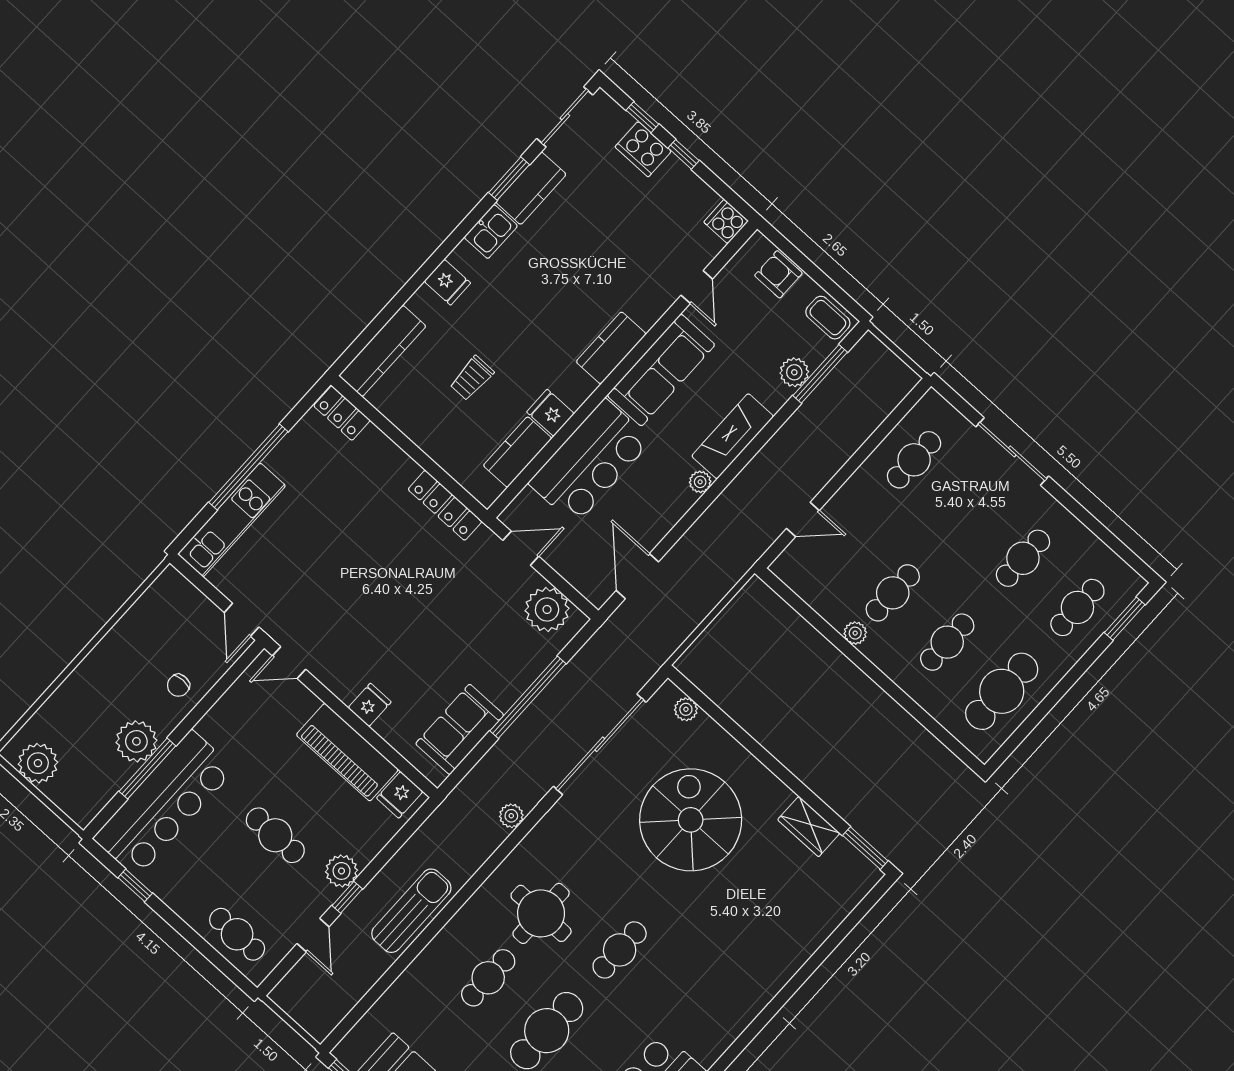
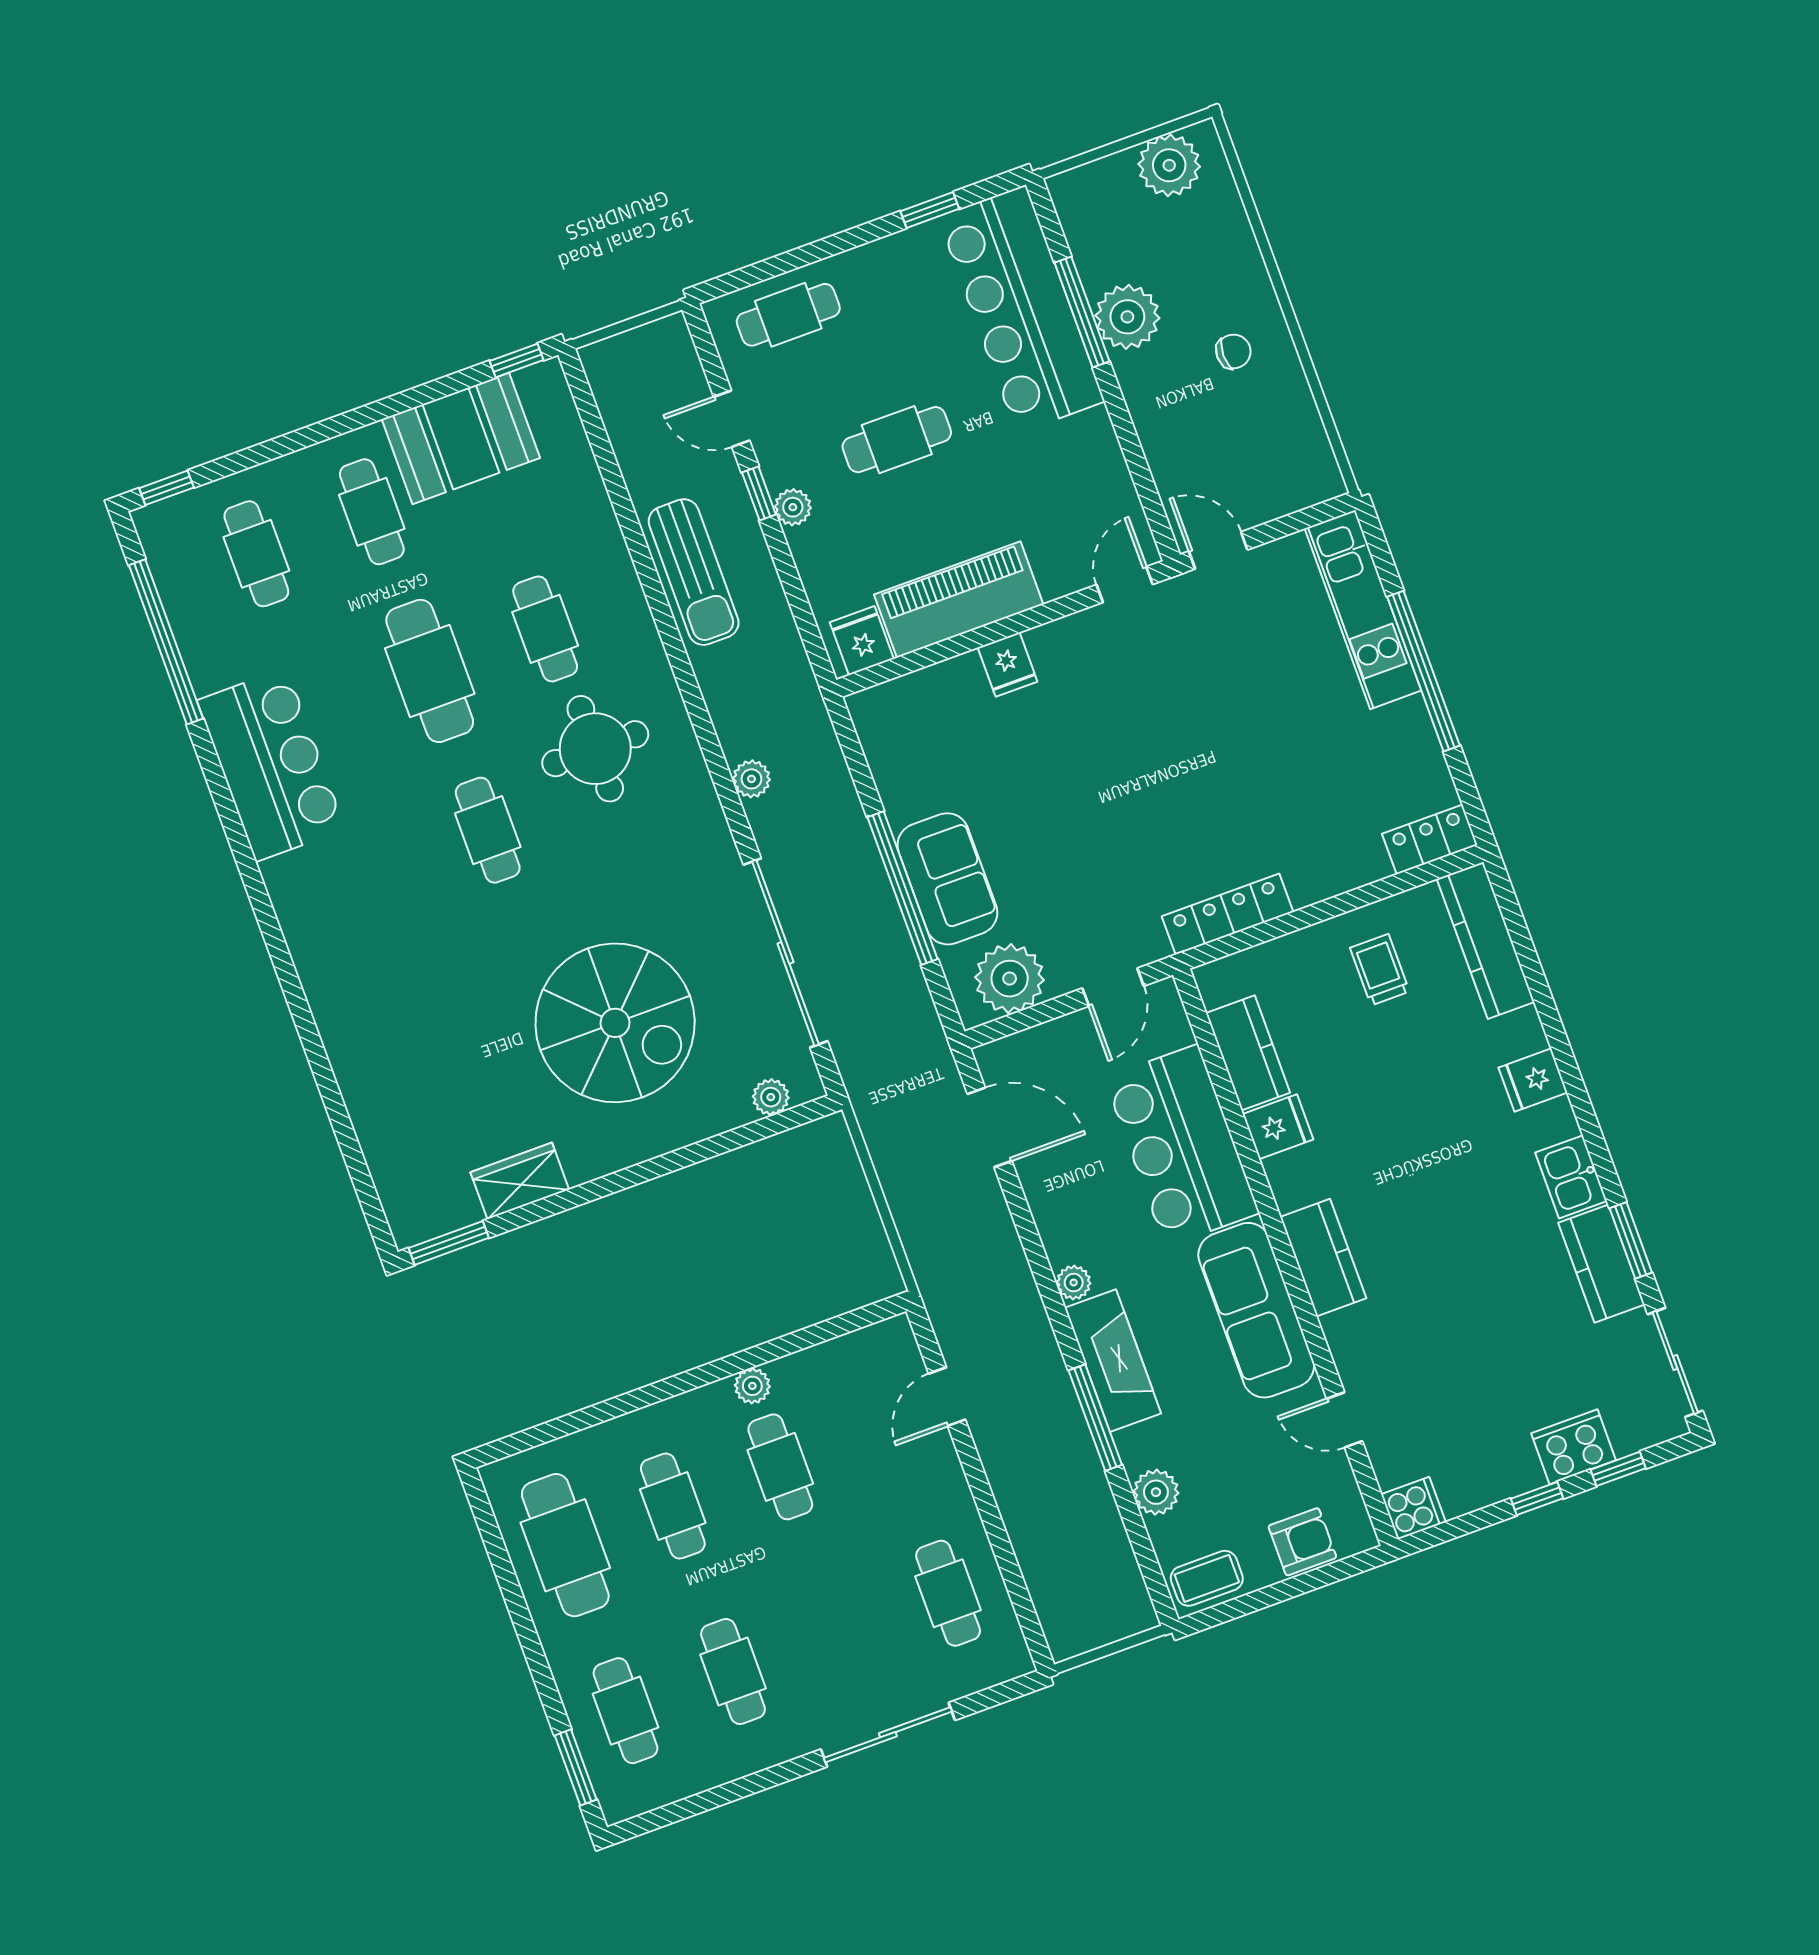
window: (820, 374) -> (1095, 1418), moved
trolley: (472, 378) -> (1380, 970), moved
chair: (178, 685) -> (1233, 351), moved, turned 90
sofa: (460, 729) -> (947, 879), moved
plant: (342, 871) -> (793, 507), width x0.73, depth x0.73

